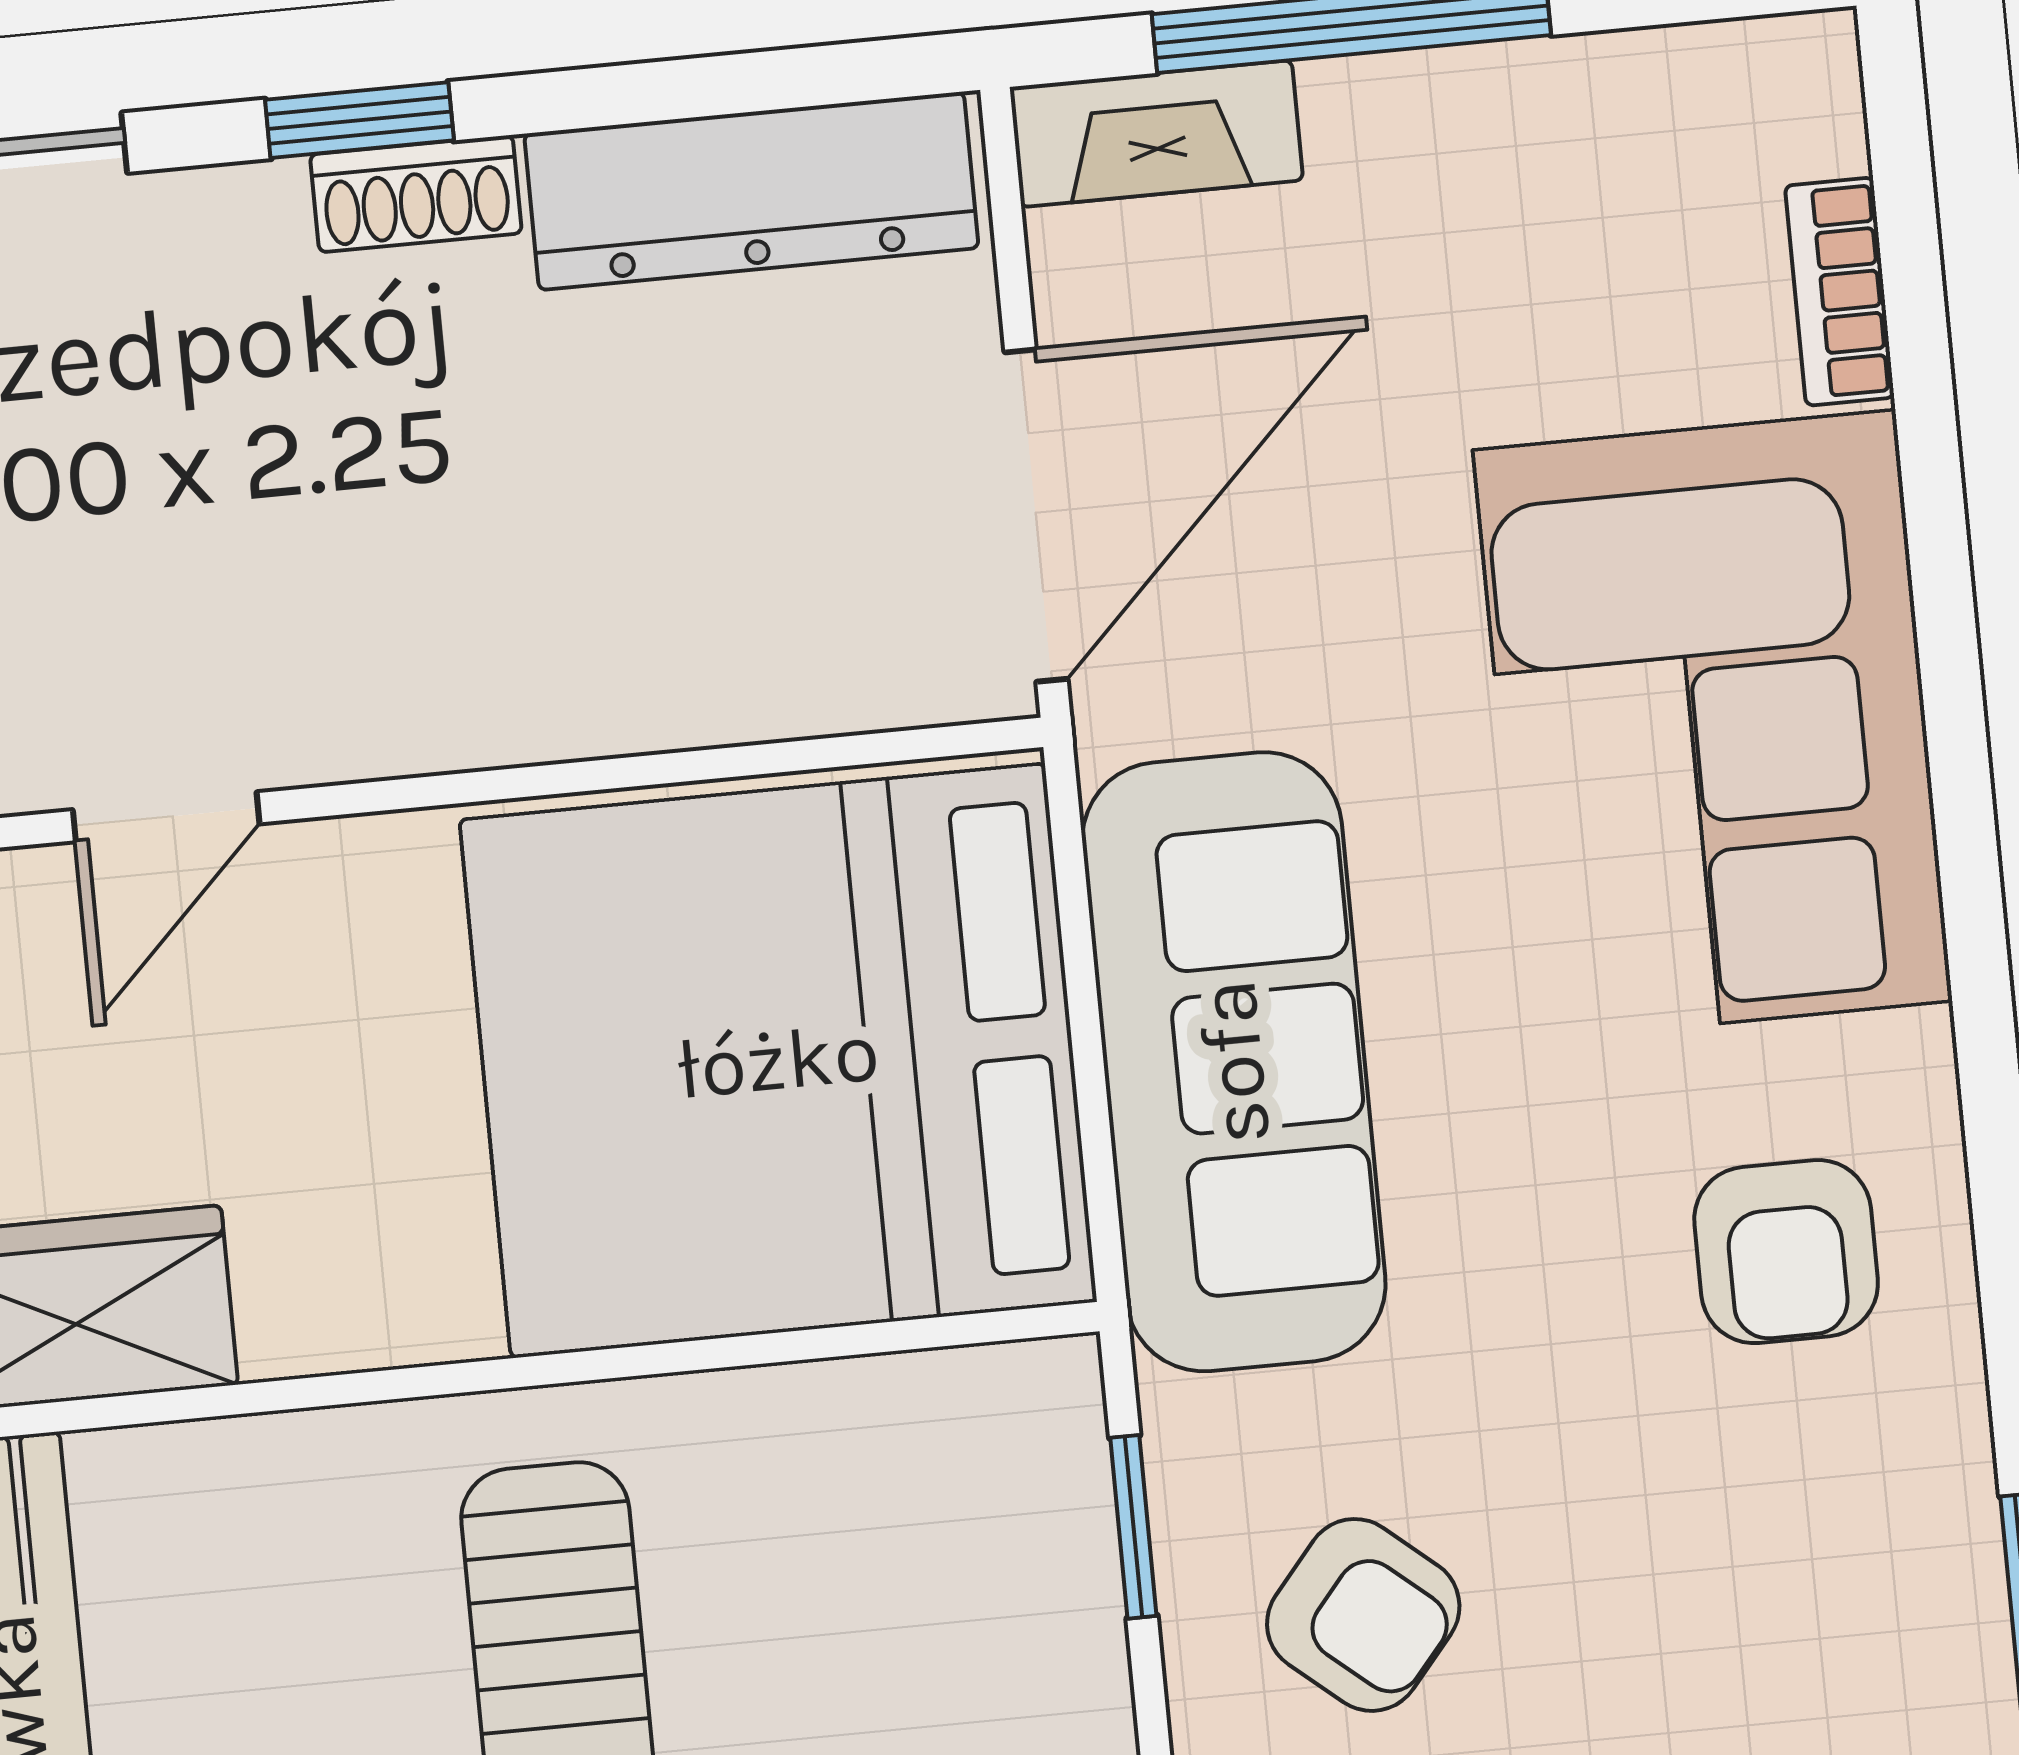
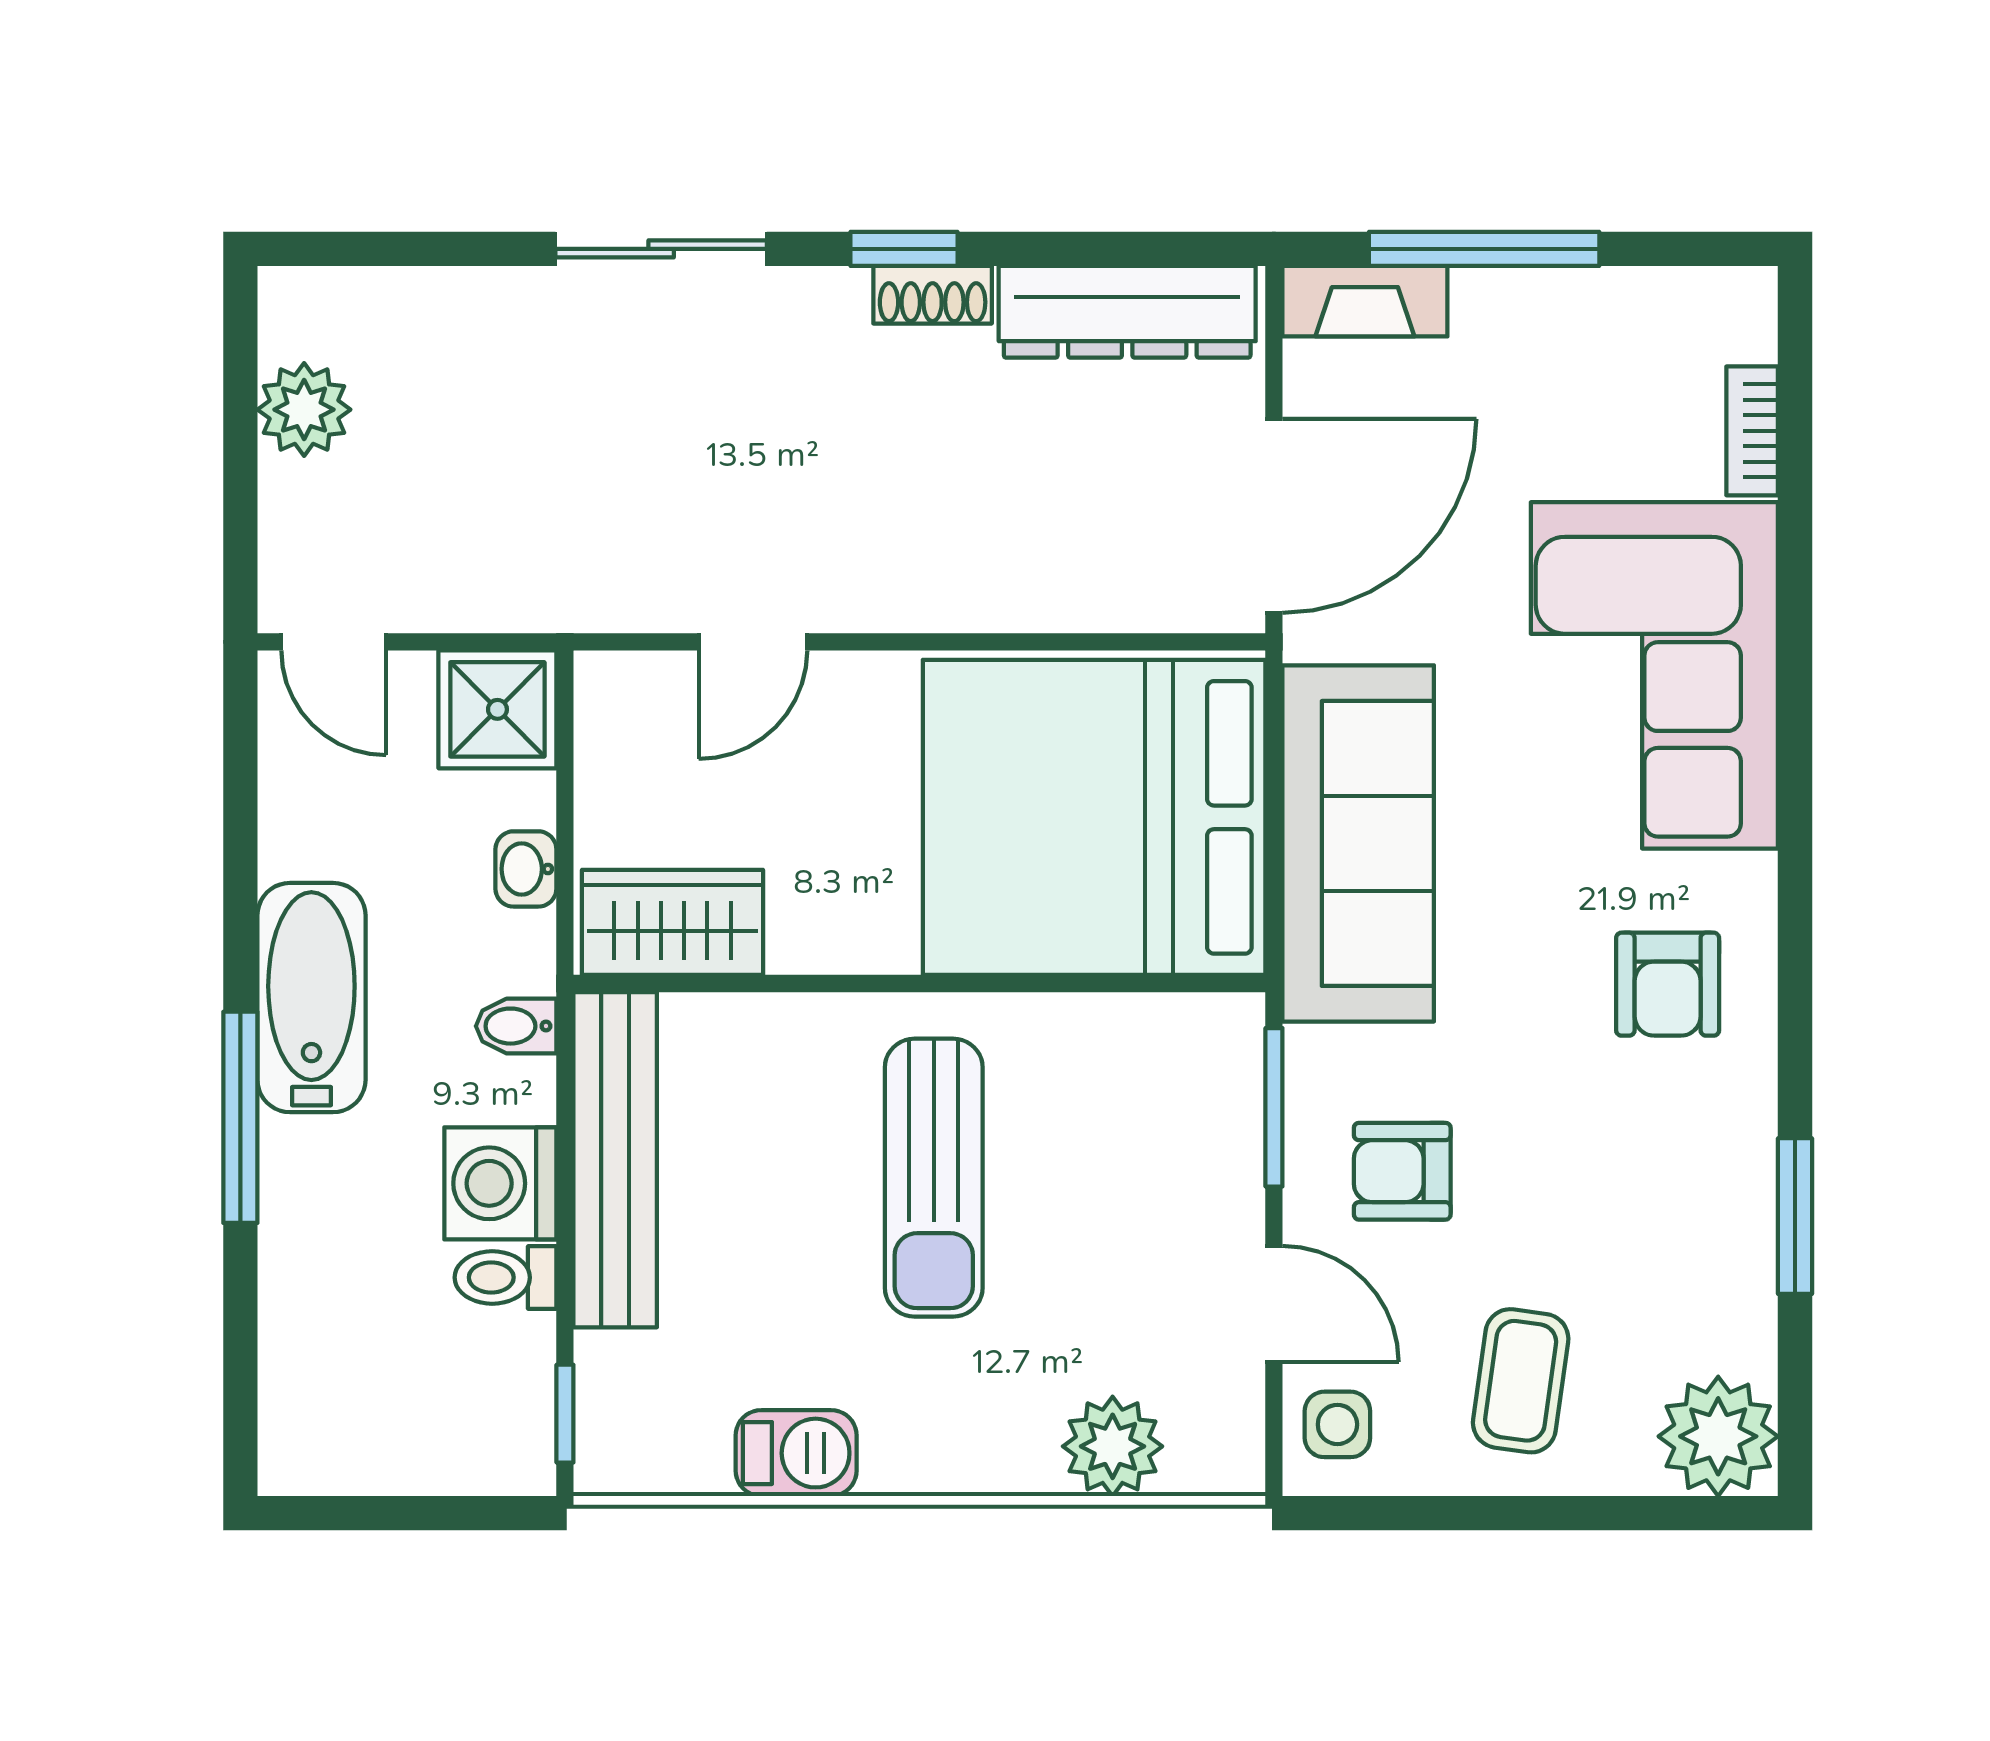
window: (1133, 1527) -> (1274, 1107), width x1.50
armchair: (1363, 1615) -> (1402, 1171), turned 140

